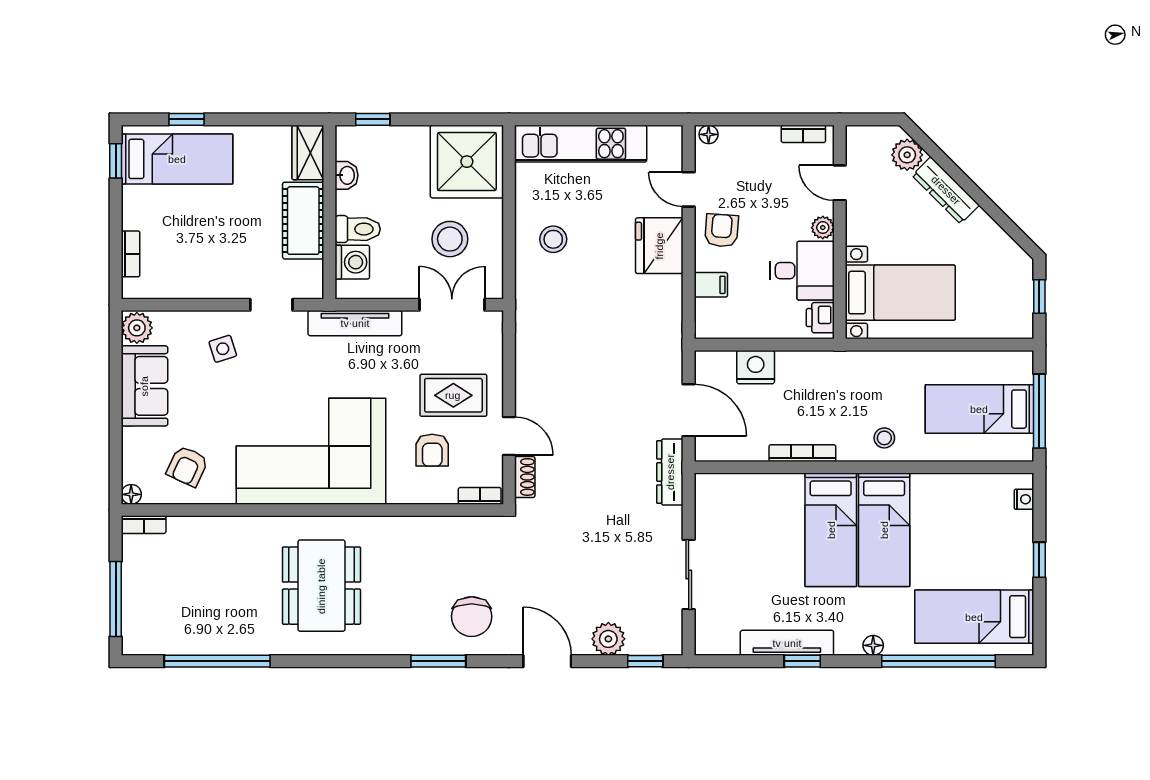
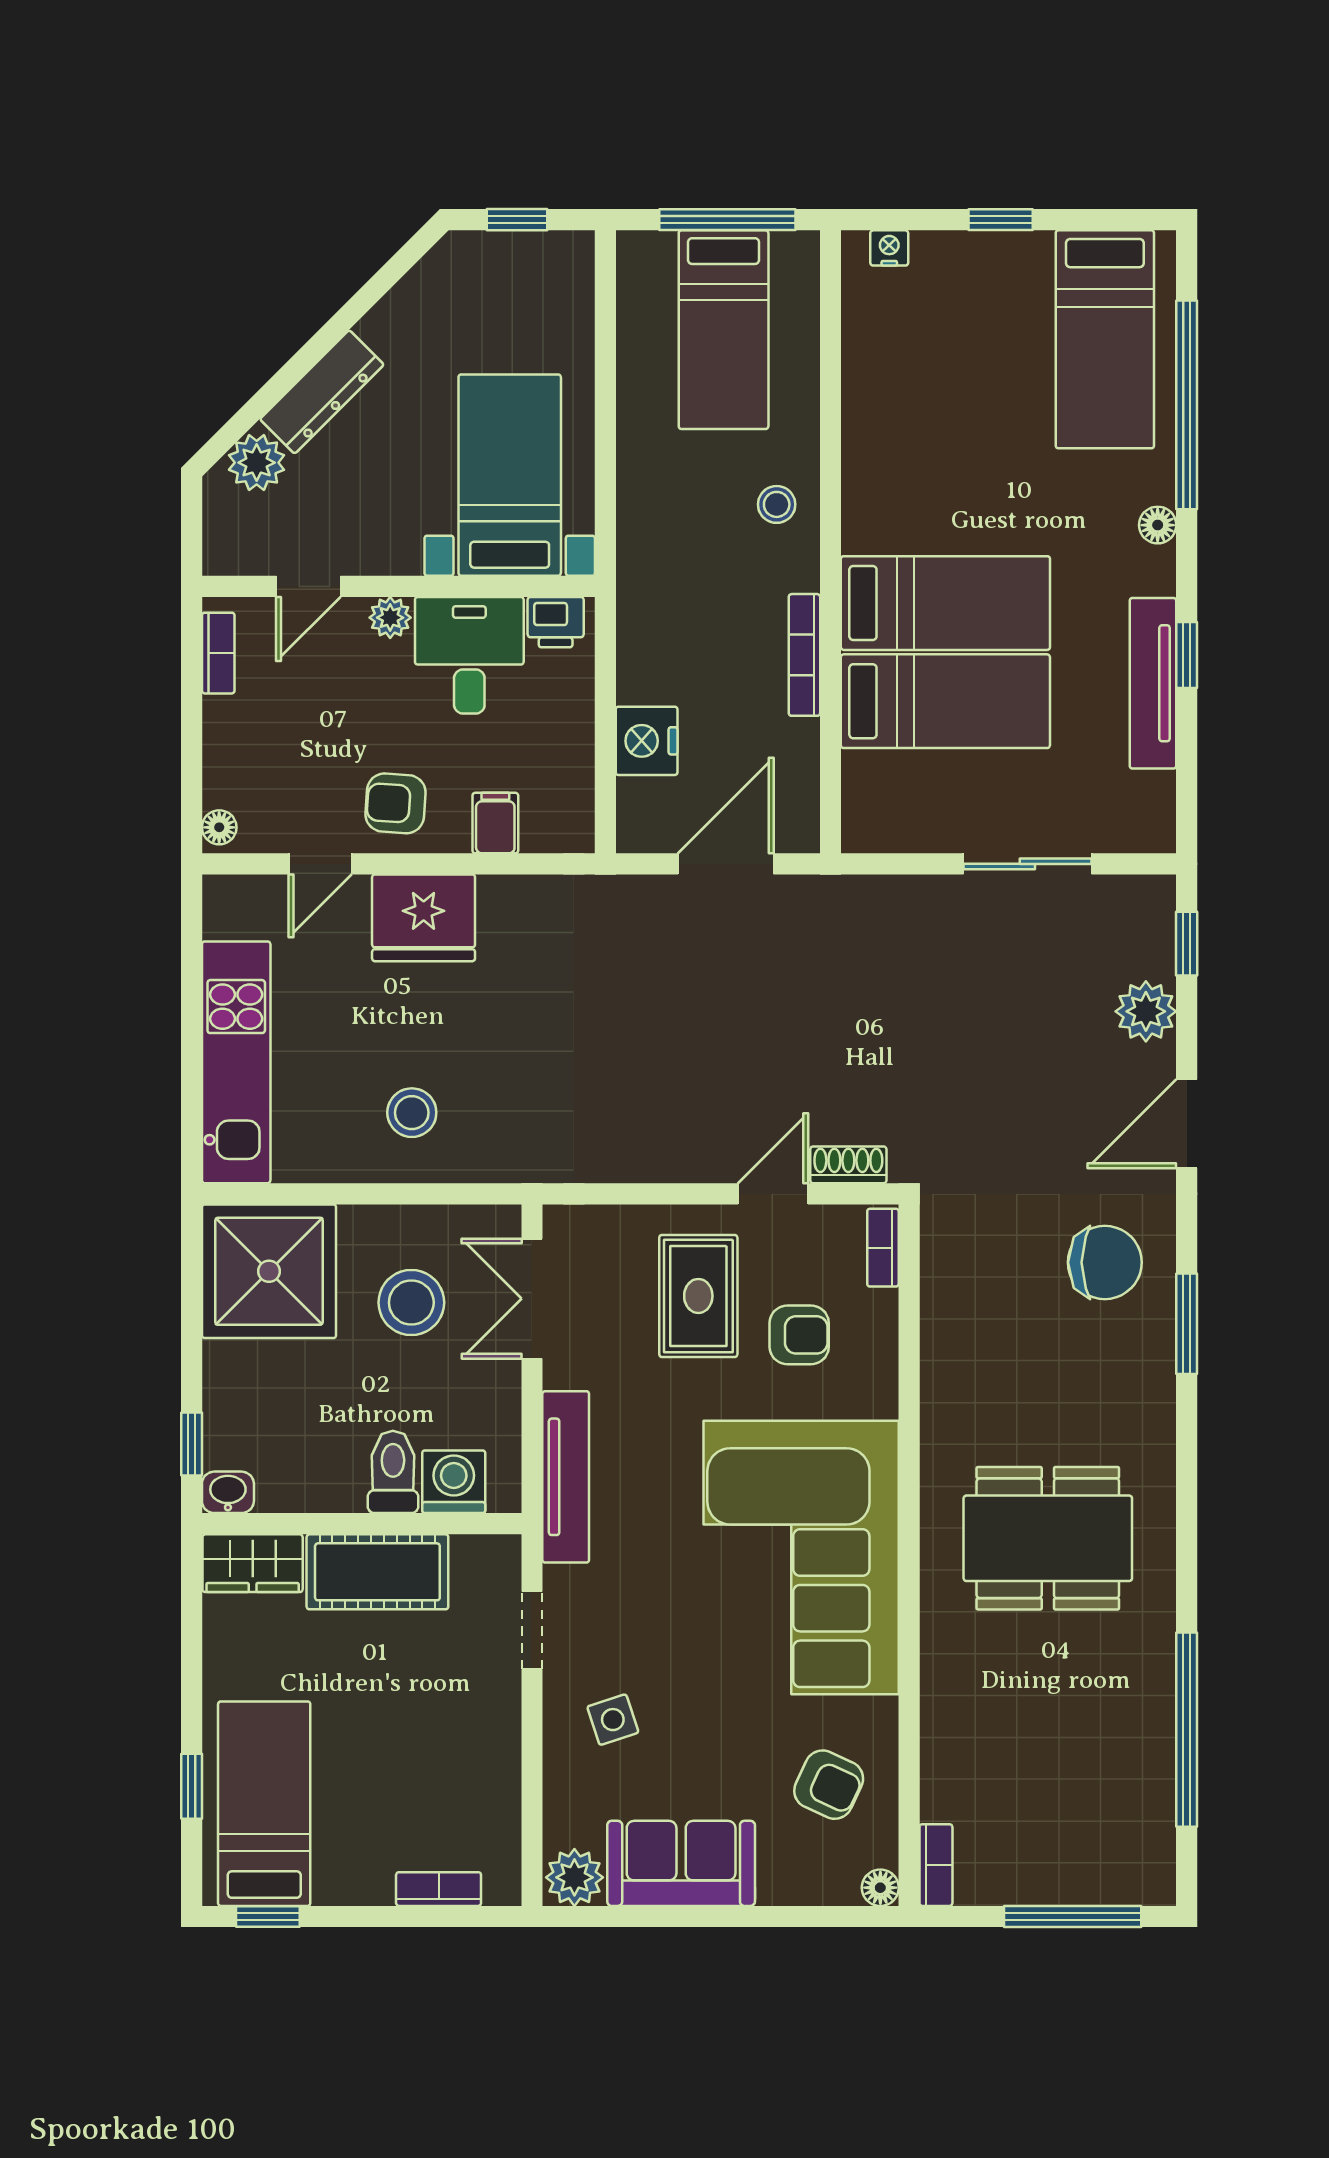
washbasin: (346, 175) -> (228, 1492), moved
dresser: (670, 472) -> (839, 898), removed
bed: (884, 530) -> (945, 701), moved

